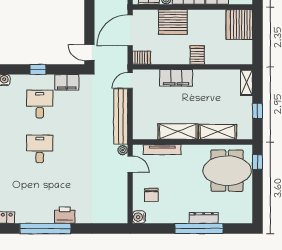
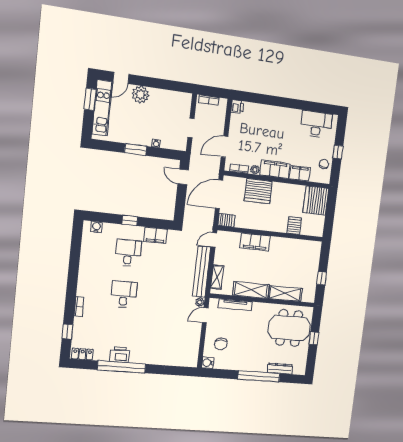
door: (89, 53) -> (183, 177), moved
server rack: (197, 55) -> (294, 226), moved
shelving: (246, 82) -> (217, 277), moved
window: (257, 162) -> (314, 338), moved
door: (130, 164) -> (205, 315), swing flipped
printer: (65, 215) -> (119, 355), moved
dresser: (204, 218) -> (280, 369), moved

